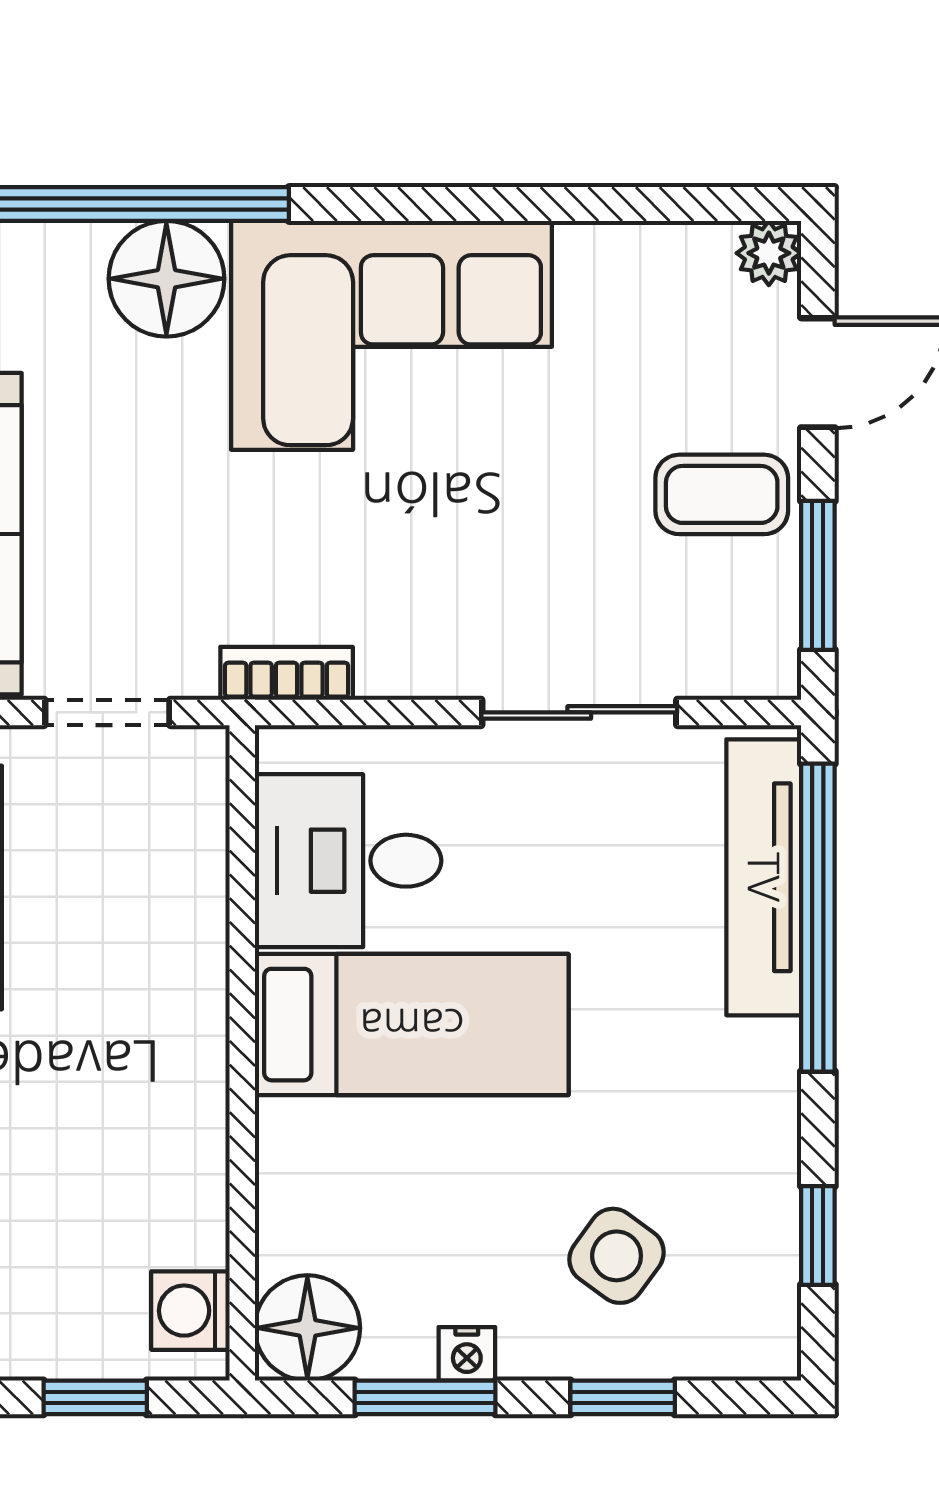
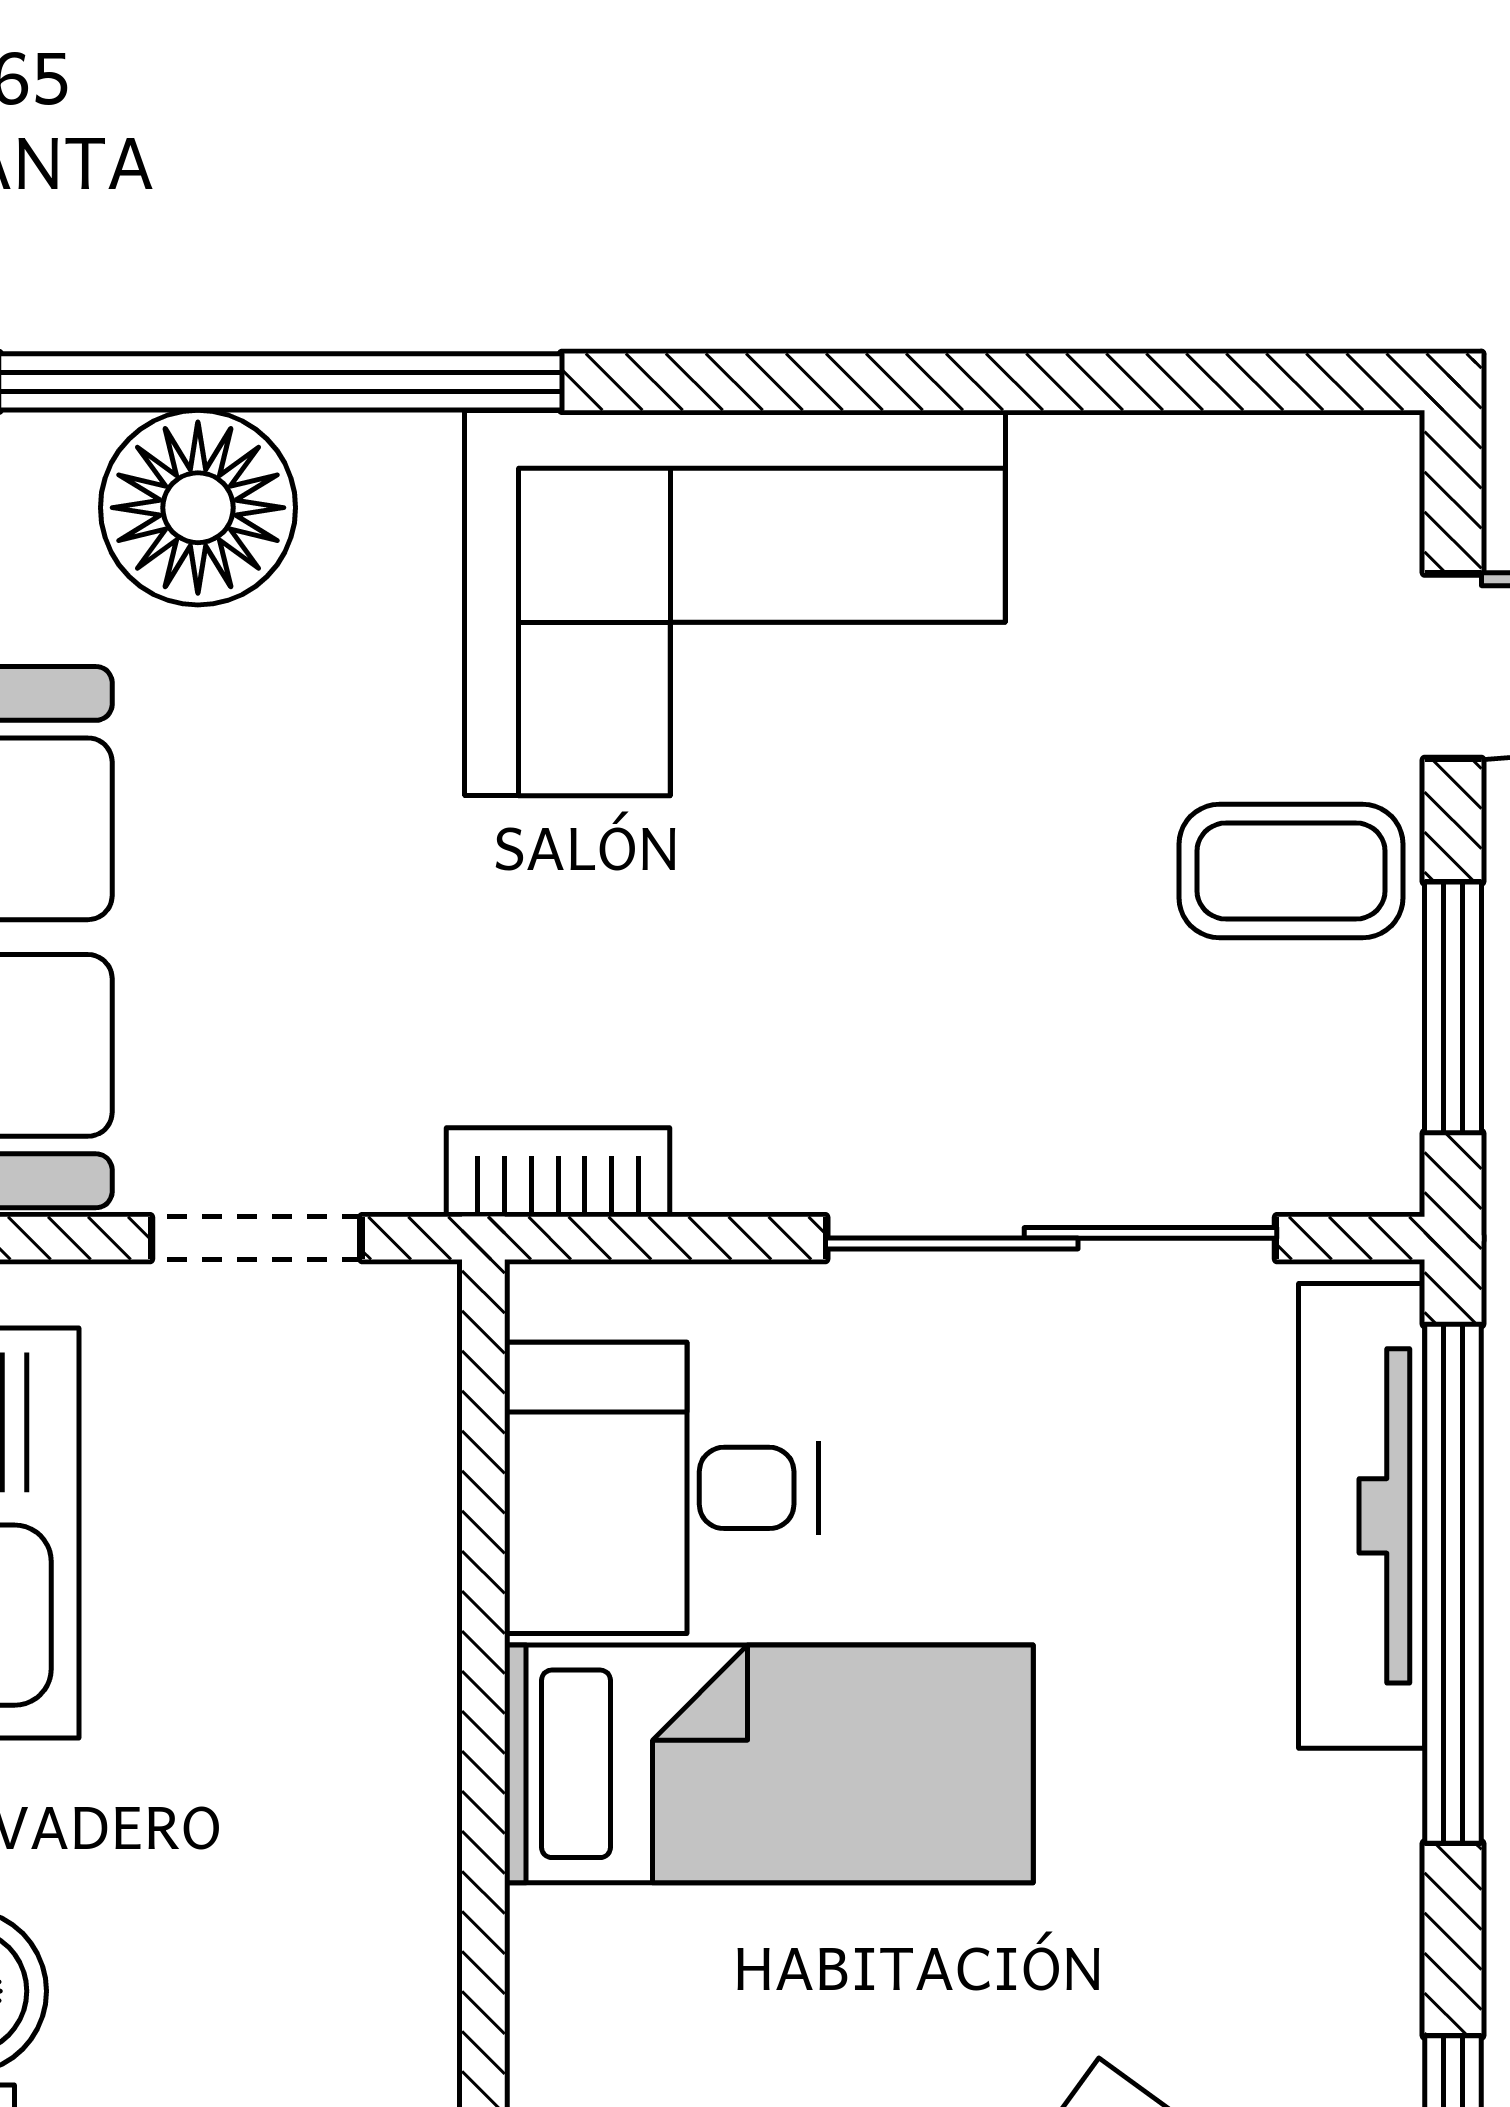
plant: (769, 253) -> (1370, 465), removed
floor lamp: (166, 279) -> (198, 508), moved
sliding door: (579, 712) -> (1051, 1238), width x1.37

